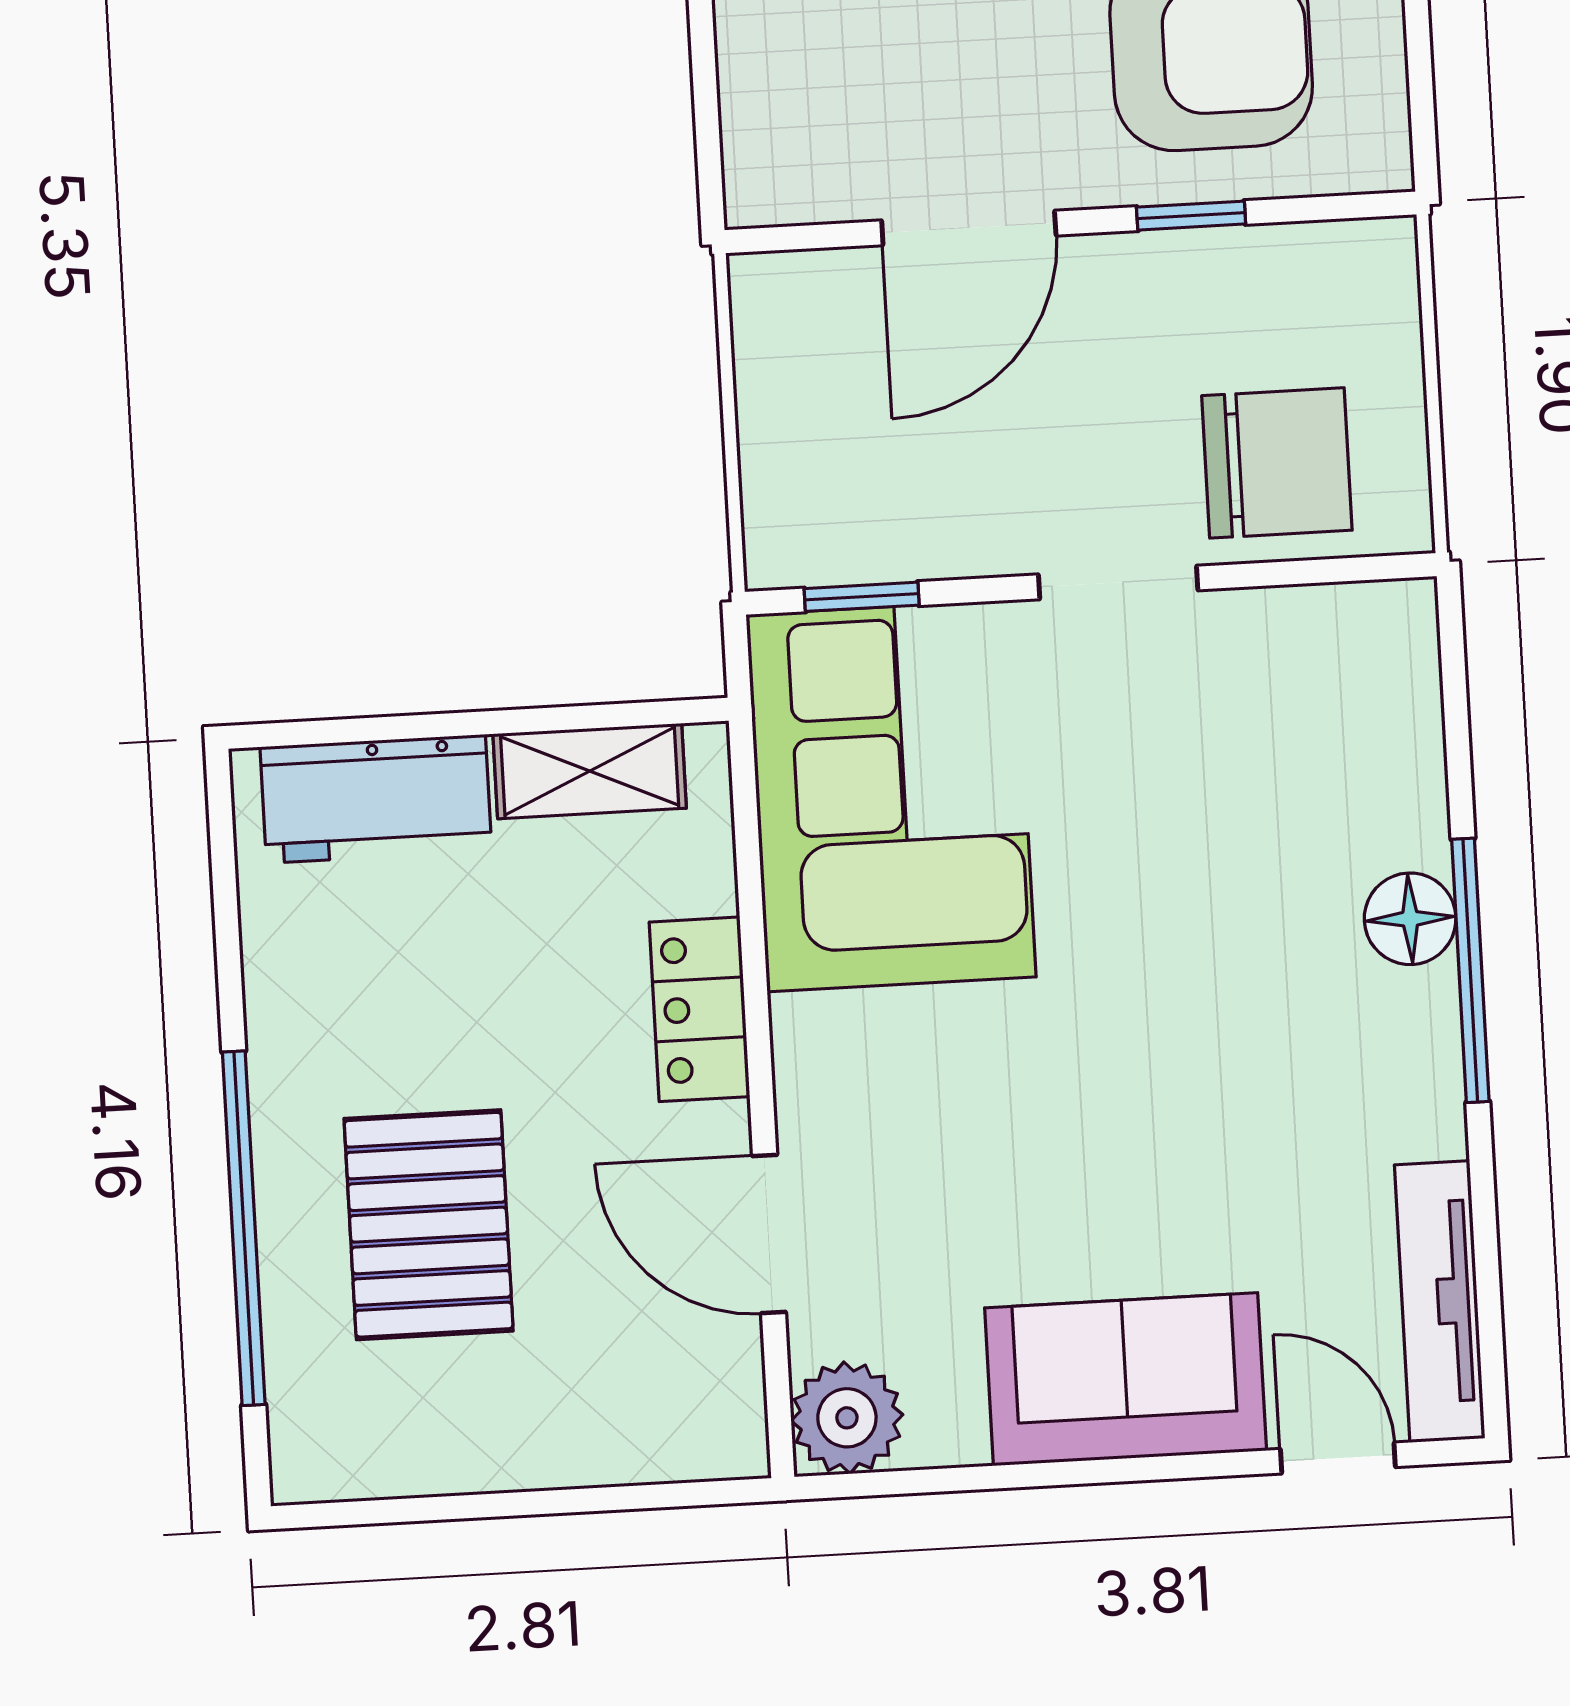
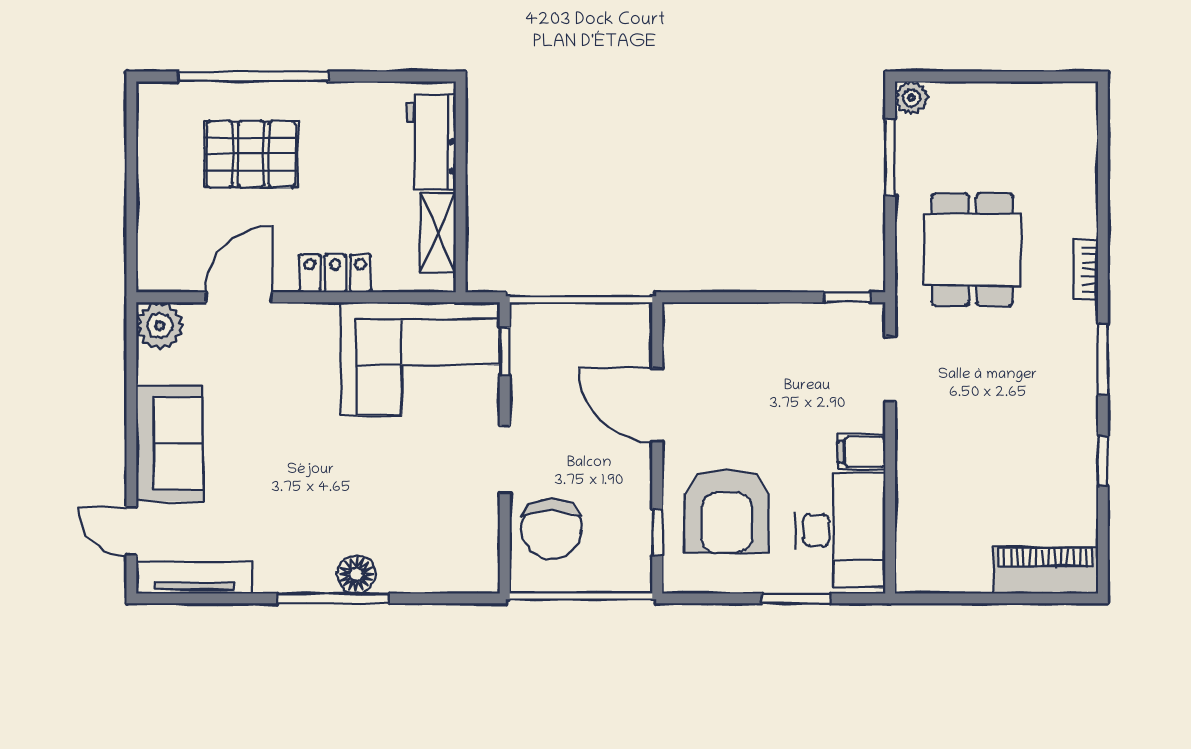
window: (1191, 216) -> (657, 532), moved
door: (1338, 1458) -> (131, 531), swing flipped

